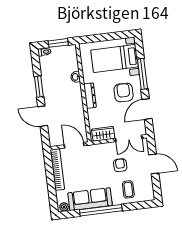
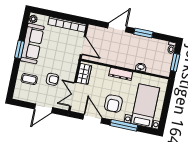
armchair: (124, 93) -> (113, 104), turned 90
door: (74, 145) -> (83, 46), hinge flipped
window: (101, 210) -> (20, 50), width x0.47

